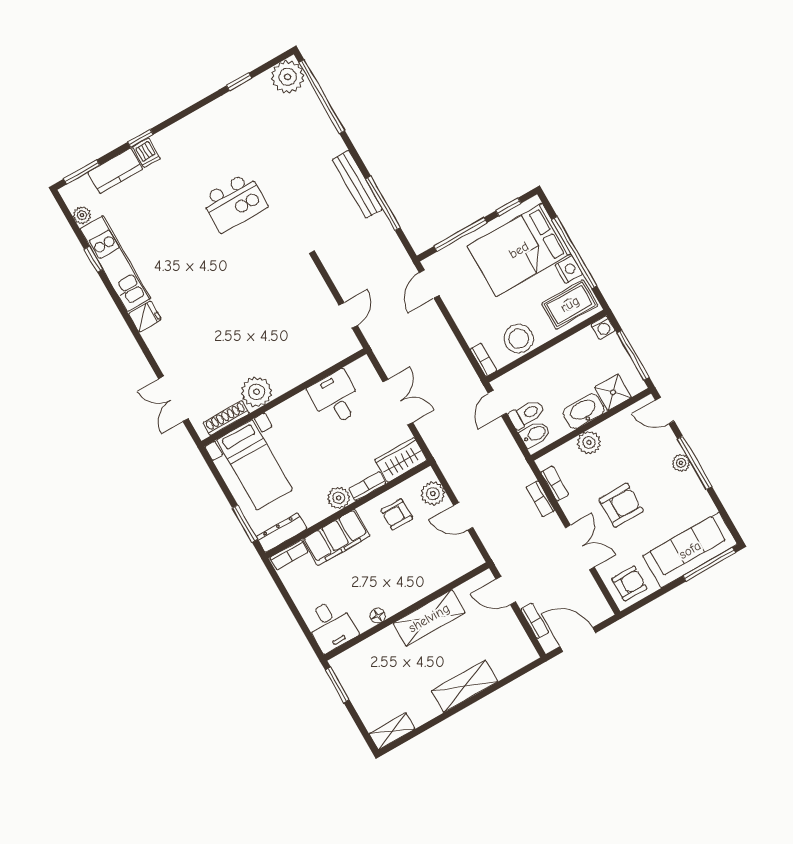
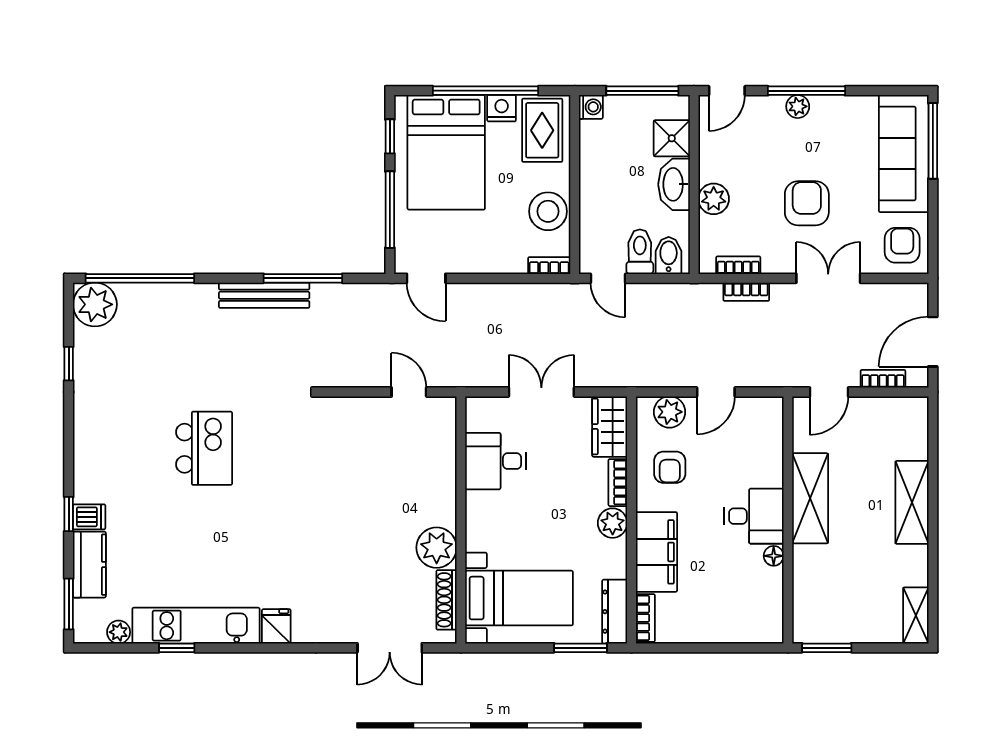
desk: (331, 625) -> (754, 516), moved

